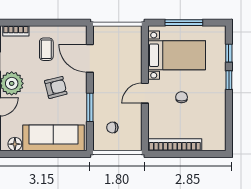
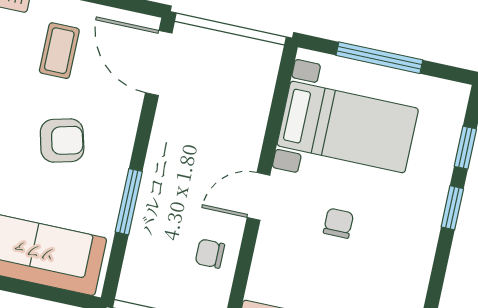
door: (90, 58) -> (159, 63), moved
chair: (112, 127) -> (210, 254), moved

